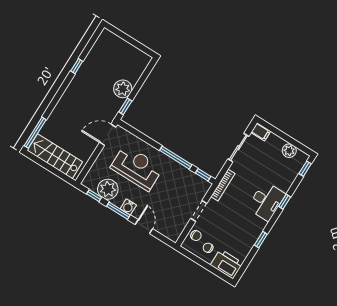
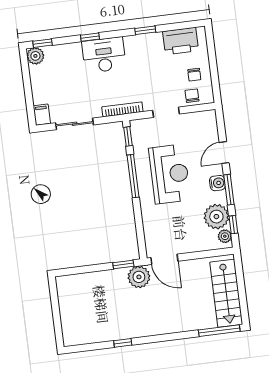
plant: (123, 89) -> (139, 277), moved
plant: (289, 151) -> (35, 56), moved
reception desk: (137, 168) -> (170, 174), moved, turned 180
plant: (91, 184) -> (225, 236), added
printer: (227, 264) -> (181, 41), moved, turned -90

